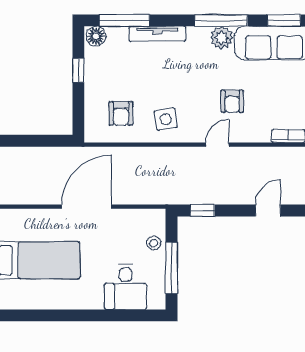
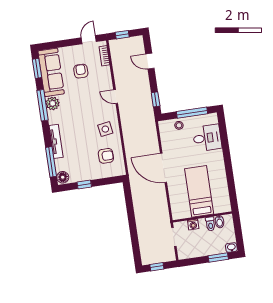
armchair: (232, 101) -> (81, 71), moved, turned -90

